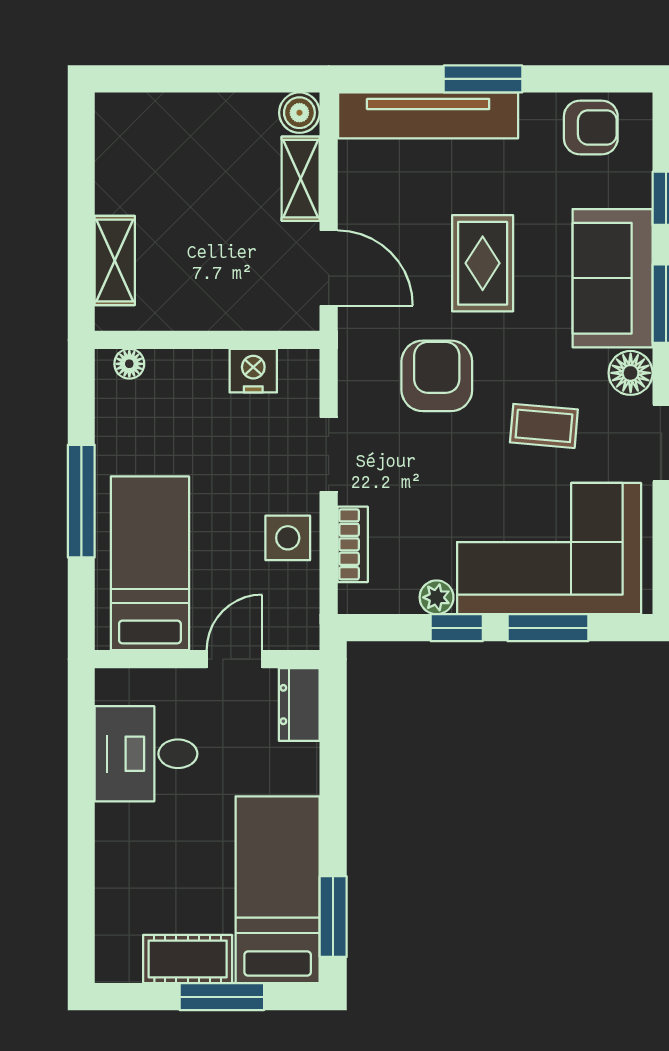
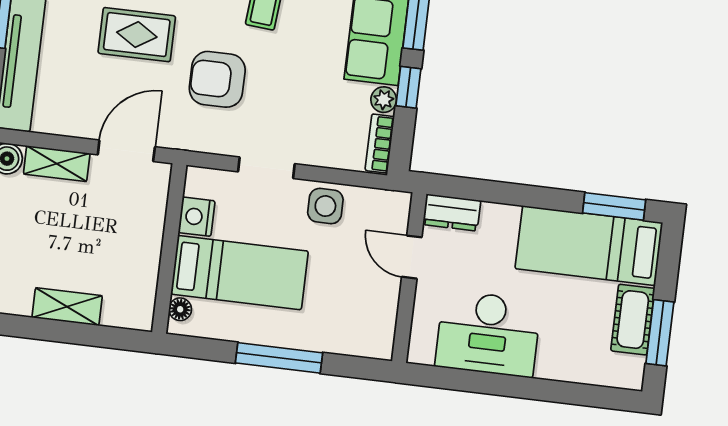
shelving: (115, 260) -> (67, 307), moved
bookcase: (353, 544) -> (380, 144), moved, turned -90
bed: (150, 563) -> (240, 273), moved, turned 180
desk: (146, 754) -> (488, 334), width x1.37
window: (222, 997) -> (660, 333), moved

